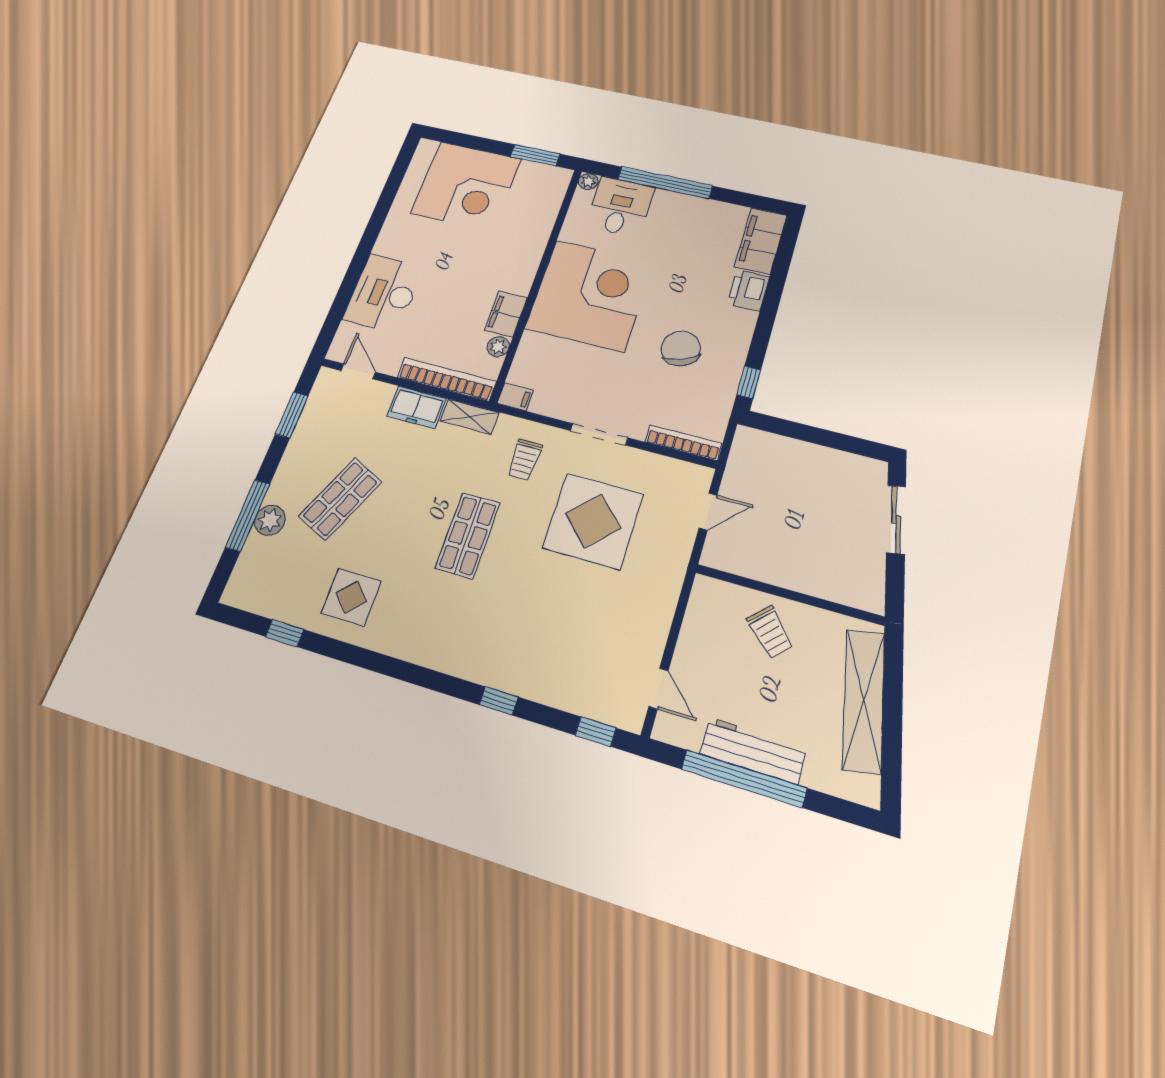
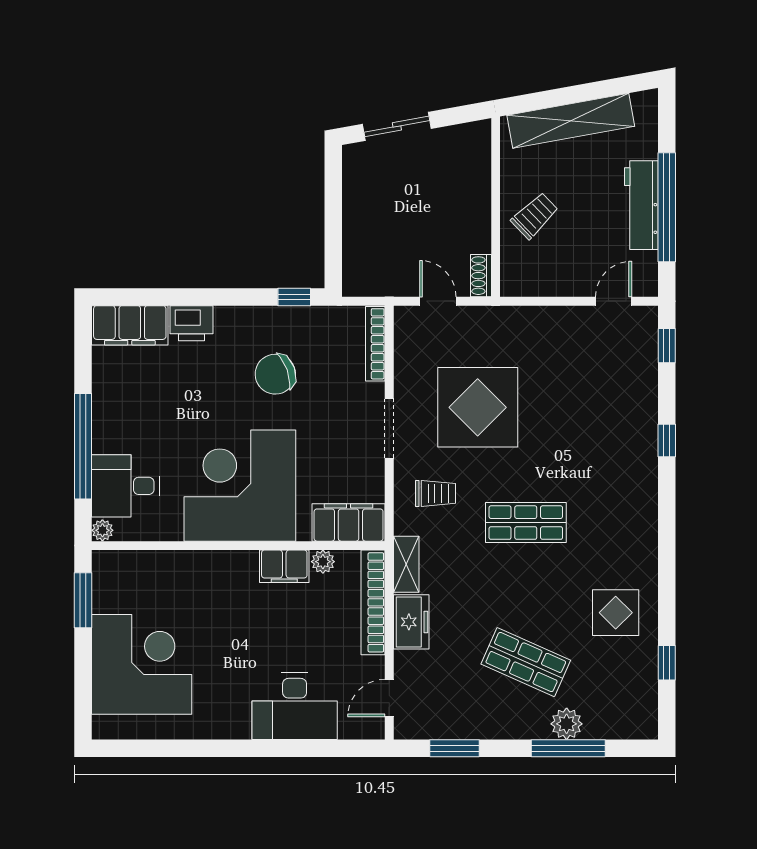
filing cabinet: (515, 397) -> (349, 522), width x3.00, depth x1.17
shoe rack: (722, 560) -> (481, 276), added

